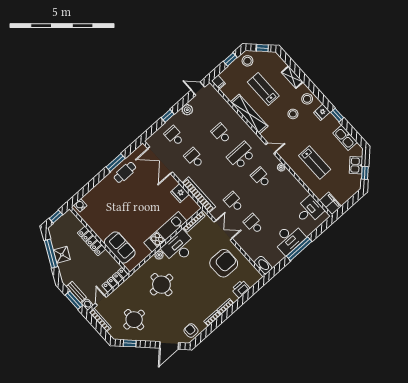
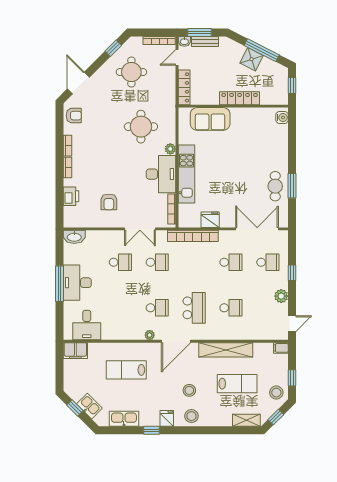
shelving: (292, 77) -> (246, 420), moved
door: (271, 148) -> (176, 341), width x1.87
armchair: (224, 263) -> (109, 202), width x0.53, depth x0.53
door: (101, 300) -> (177, 57), swing flipped

